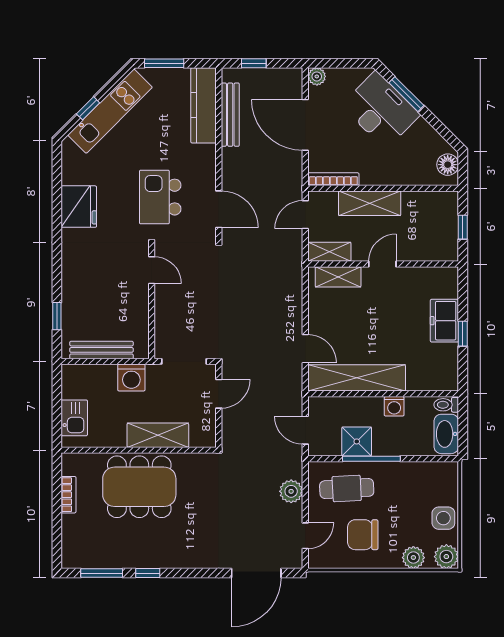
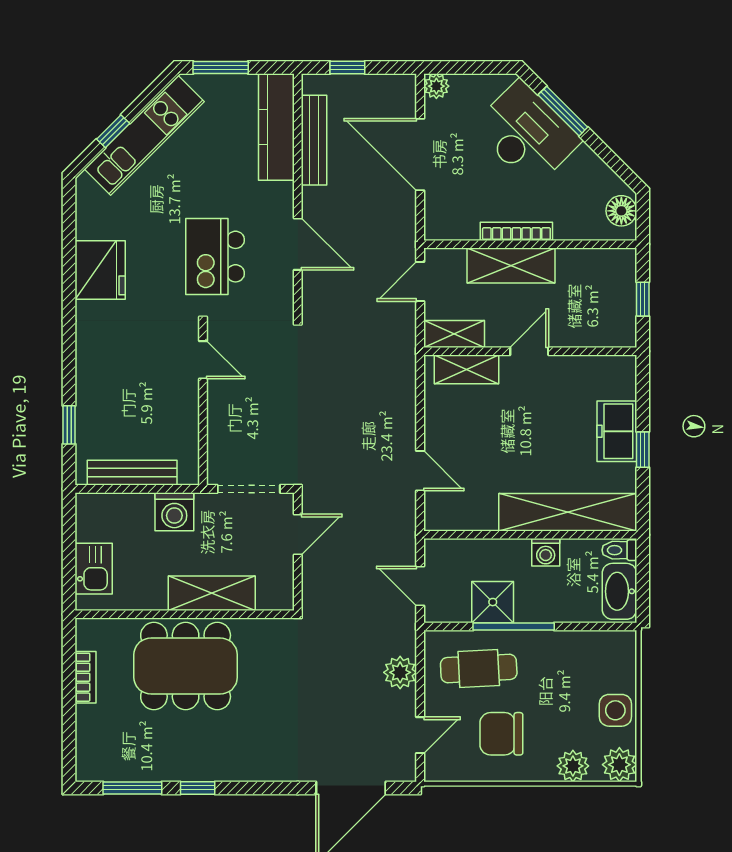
bookcase: (333, 179) -> (516, 231), moved
door: (219, 209) -> (298, 244), moved
shelving: (357, 378) -> (568, 512), moved

